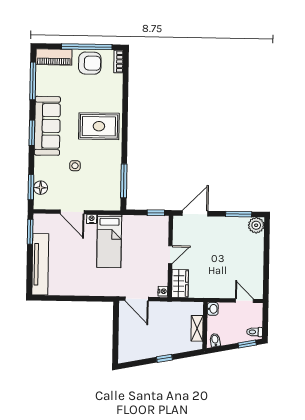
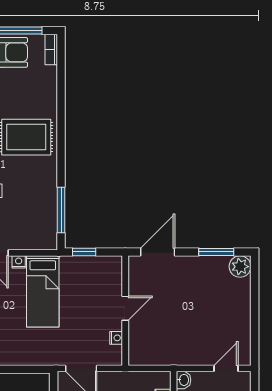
window: (156, 213) -> (84, 252), moved
wardrobe: (180, 283) -> (139, 347), removed
nightstand: (163, 291) -> (116, 338), moved
door: (244, 301) -> (226, 368), hinge flipped

